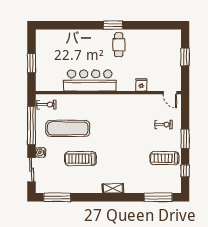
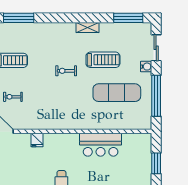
bar counter: (90, 80) -> (101, 145), width x0.73
exercise bike: (46, 105) -> (66, 71), moved
shelving: (113, 188) -> (88, 27), moved

